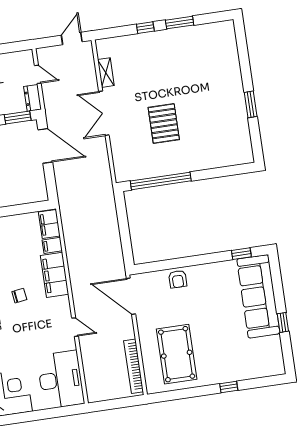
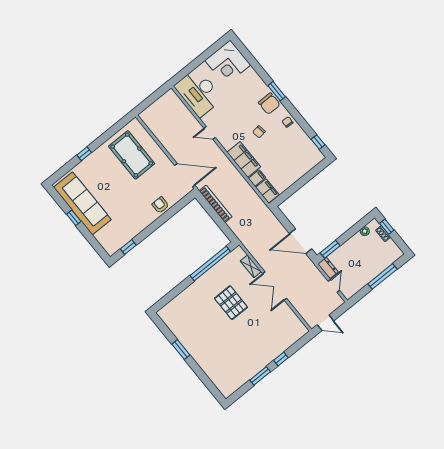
door: (72, 38) -> (325, 323), hinge flipped
shelving: (106, 73) -> (251, 266), moved
door: (38, 74) -> (334, 286), swing flipped
double door: (104, 113) -> (275, 286), swing flipped
sofa: (258, 296) -> (82, 203), moved
bookcase: (134, 366) -> (215, 204), moved

